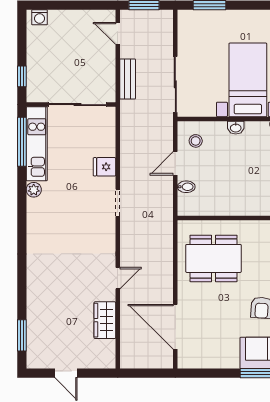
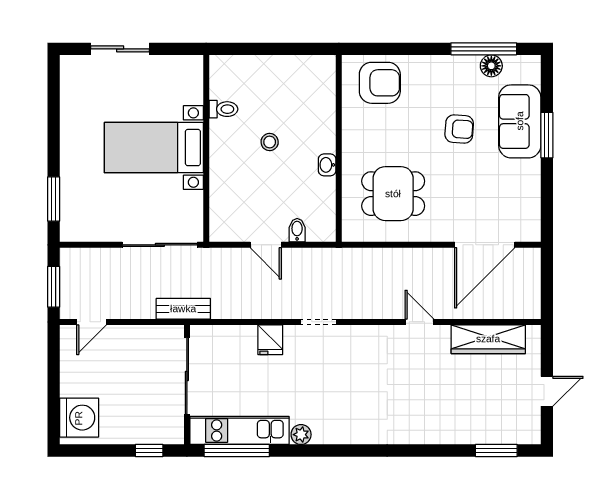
washing machine: (40, 17) -> (79, 418), width x1.89, depth x1.89
bench: (128, 79) -> (183, 309), moved
washbasin: (236, 128) -> (327, 165), moved, turned 180
stool: (196, 141) -> (270, 142), moved
dining table: (214, 258) -> (393, 194), width x0.73
wardrobe: (105, 320) -> (488, 339), width x1.50

